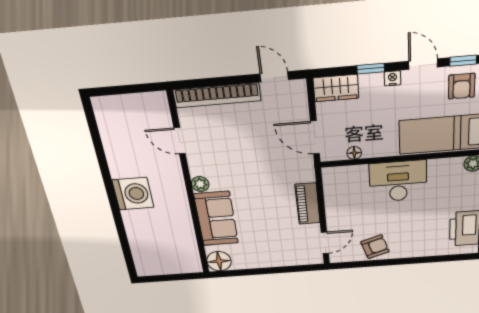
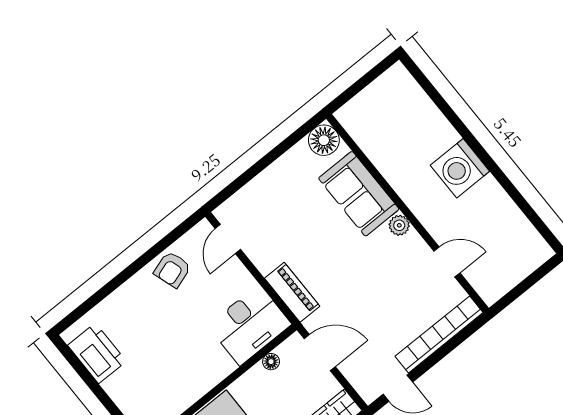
desk: (398, 181) -> (249, 325), moved
piano: (308, 204) -> (292, 292), moved

